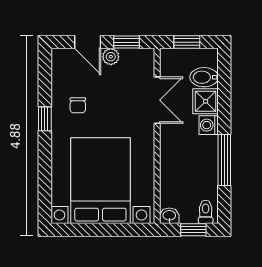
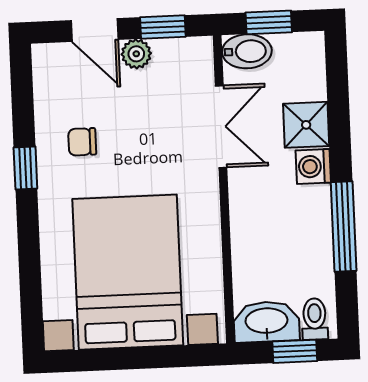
bidet: (204, 77) -> (247, 51), moved, turned 180
chair: (78, 105) -> (82, 142), turned 90
washbasin: (169, 216) -> (267, 322), width x1.91, depth x1.45

